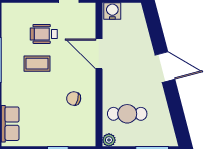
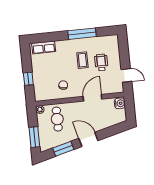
door: (165, 67) -> (88, 139), swing flipped
window: (176, 109) -> (63, 149), added

